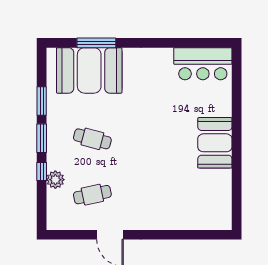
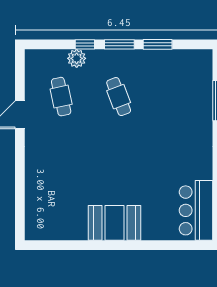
booth: (89, 70) -> (189, 93), removed
cafe table: (92, 139) -> (119, 97), turned -36

